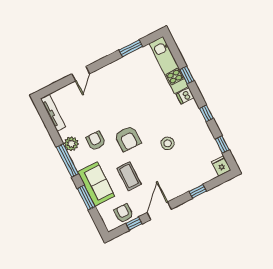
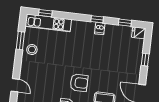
window: (187, 75) -> (45, 13), moved
dishwasher: (185, 96) -> (100, 28), moved
stool: (168, 143) -> (32, 50), moved

